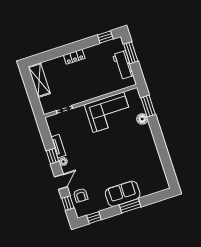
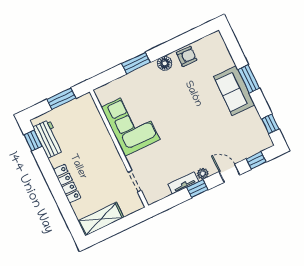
window: (131, 53) -> (61, 99), moved
locker: (74, 57) -> (67, 184), width x1.53
workbench: (123, 65) -> (48, 139), moved, turned -90
window: (148, 106) -> (136, 63), moved
floor lamp: (142, 119) -> (165, 63), moved
armchair: (81, 195) -> (187, 56), moved

